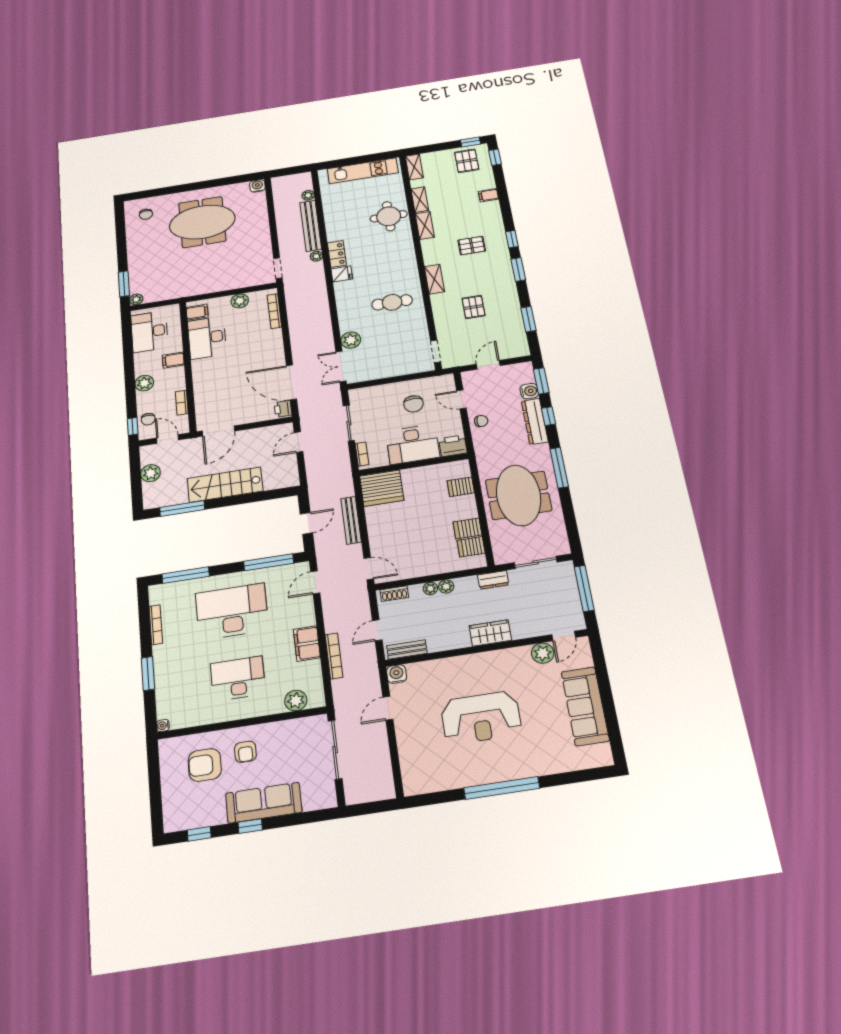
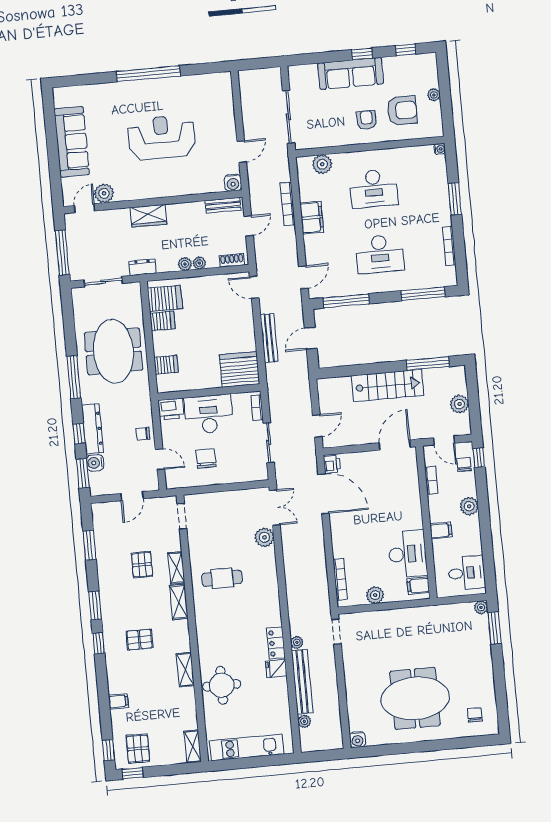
shelving: (420, 200) -> (176, 568), moved
fridge: (342, 274) -> (276, 669), moved
desk: (149, 332) -> (467, 573), width x0.73
server rack: (471, 547) -> (165, 298), width x1.36, depth x1.44
desk: (232, 612) -> (380, 254), width x0.73, depth x0.77
plant: (168, 785) -> (434, 95), added

